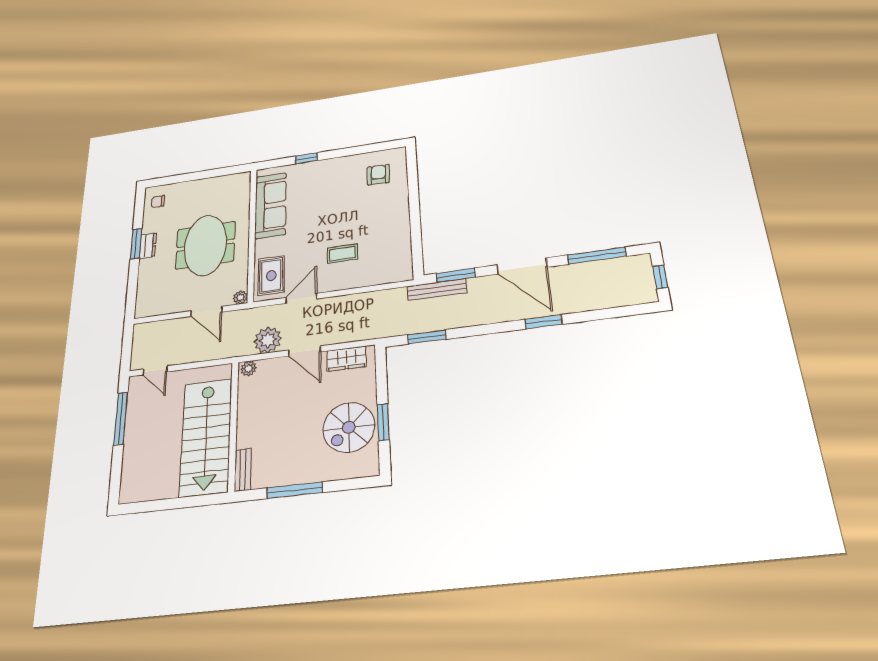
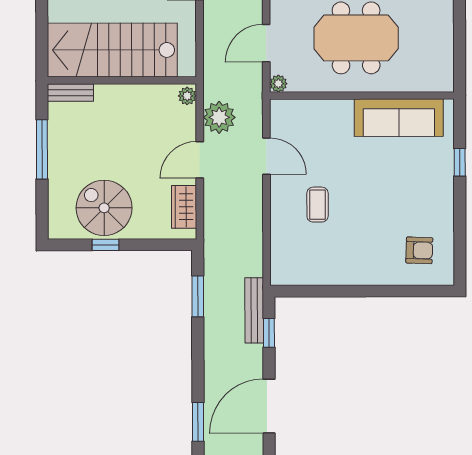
window: (456, 275) -> (269, 333), width x0.67
rug: (271, 276) -> (302, 120), removed
window: (383, 422) -> (105, 245), width x0.67

